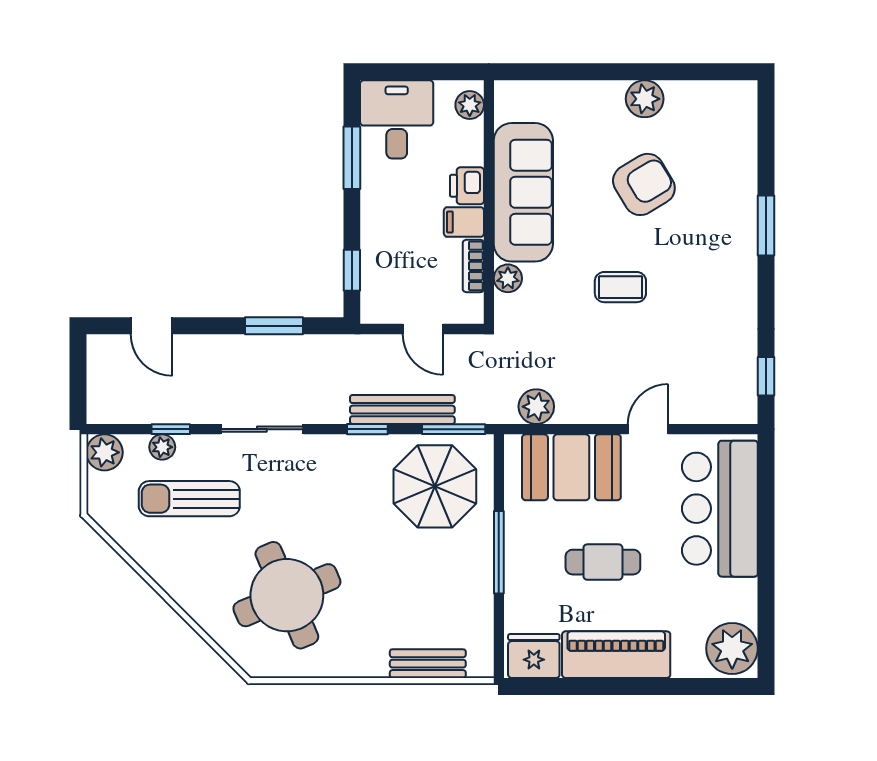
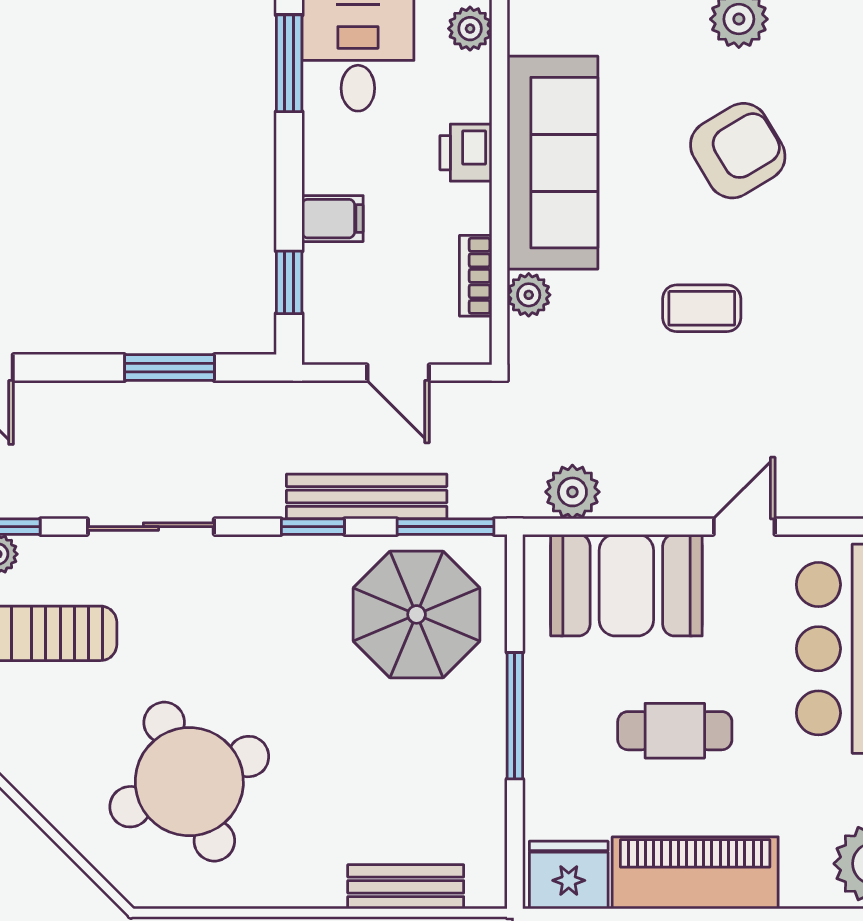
window: (352, 158) -> (289, 63), moved
filing cabinet: (464, 222) -> (333, 219), moved, turned 180

